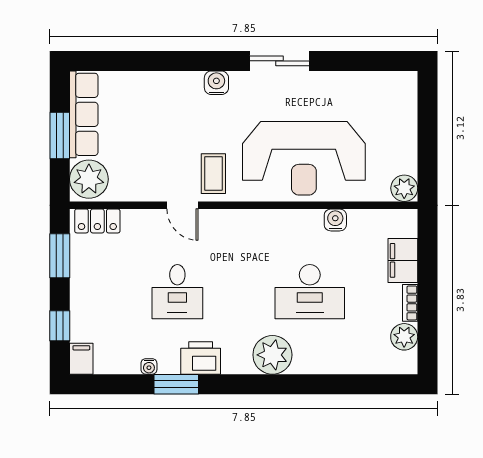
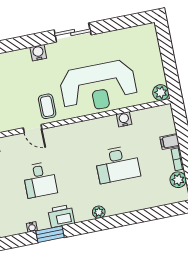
filing cabinet: (403, 260) -> (170, 142), width x0.50
plant: (272, 355) -> (99, 212), width x0.53, depth x0.53

